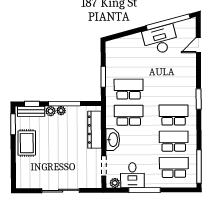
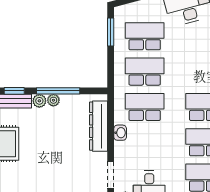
school desk: (128, 63) -> (145, 36), added
window: (103, 77) -> (111, 32), moved
washbasin: (113, 140) -> (120, 133), width x0.52, depth x0.69

